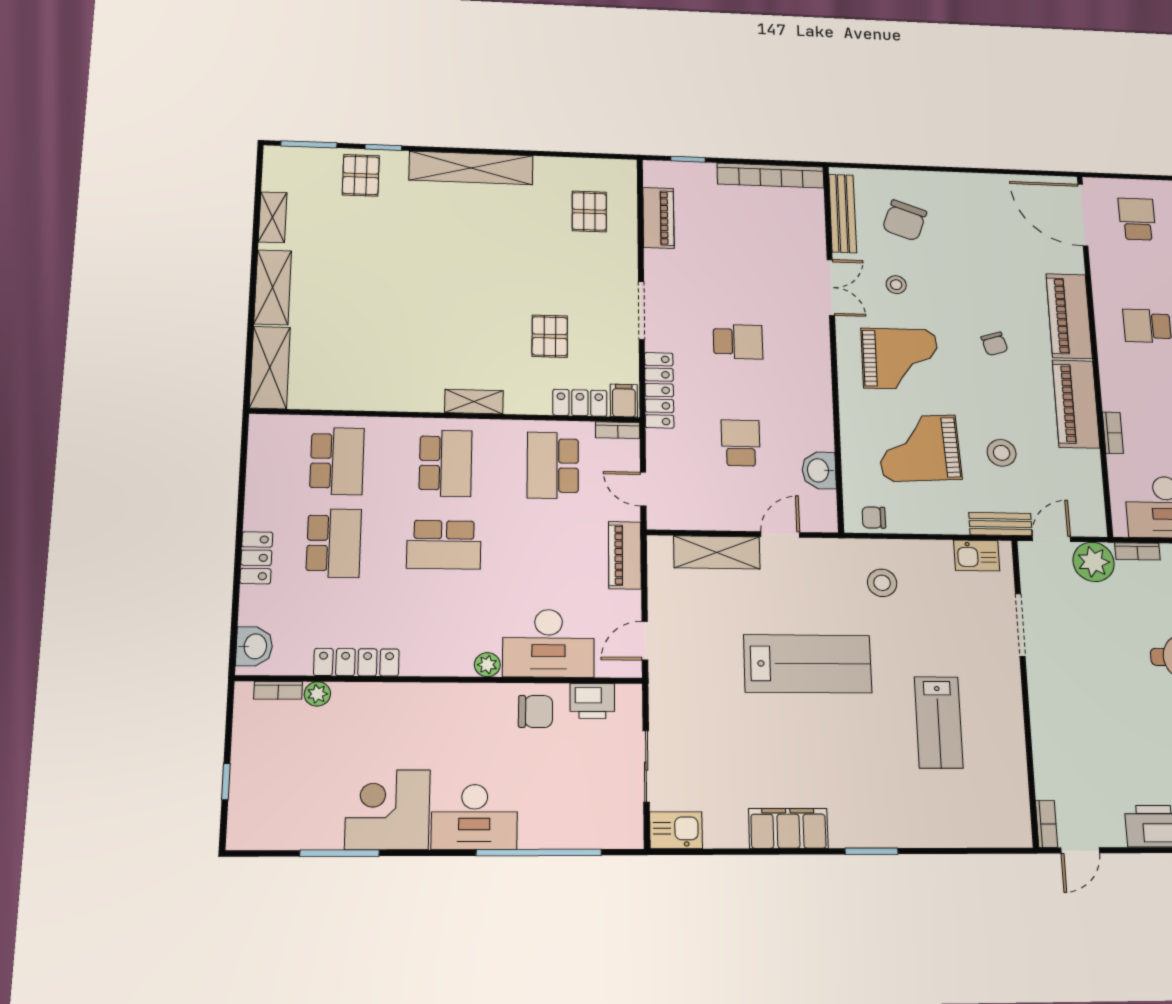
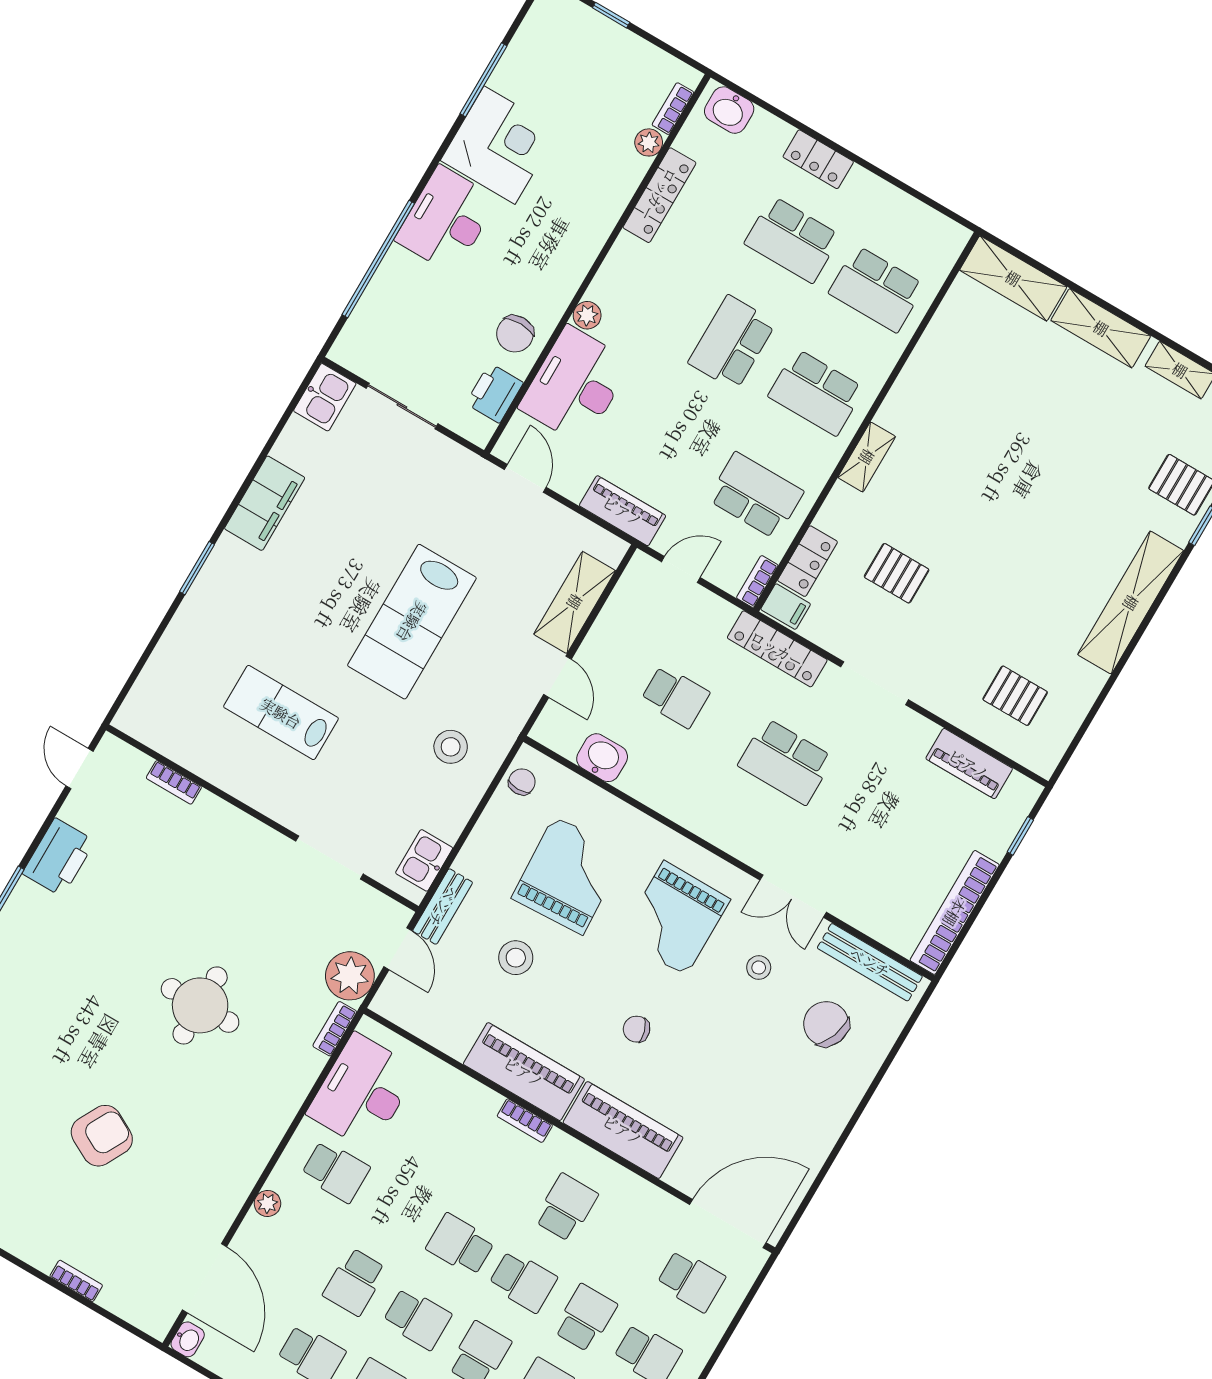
school desk: (738, 342) -> (786, 762), width x1.85
bookcase: (1113, 433) -> (525, 1121), moved
bookcase: (1046, 824) -> (174, 782), moved

